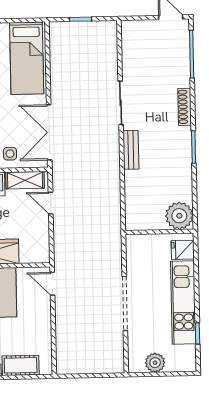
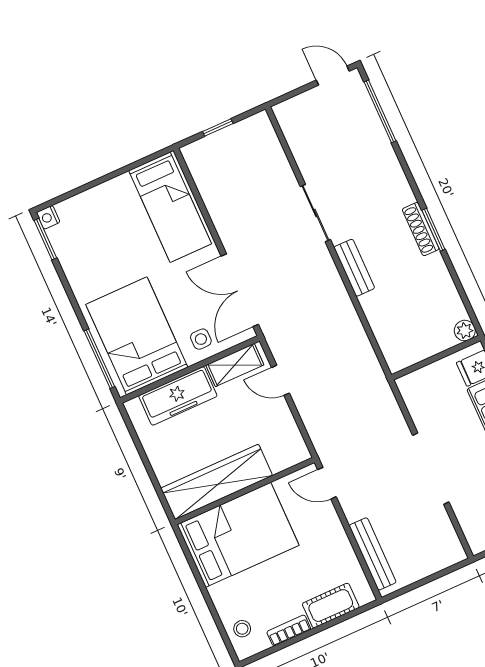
shoe rack: (185, 107) -> (421, 229), moved
plant: (179, 216) -> (465, 331), width x0.53, depth x0.53
bench: (63, 343) -> (373, 554), added

